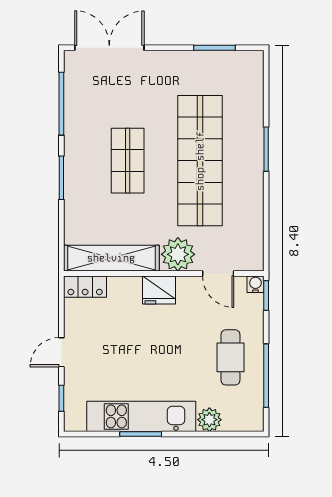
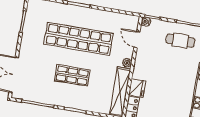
plant: (178, 254) -> (127, 63), width x0.53, depth x0.53
door: (218, 273) -> (137, 39), swing flipped
fridge: (159, 290) -> (137, 88), moved

